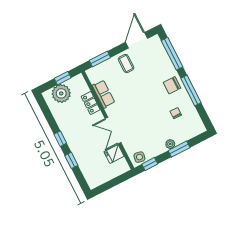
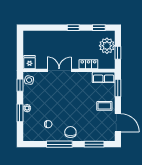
window: (172, 54) -> (94, 144), width x0.69
row of seats: (104, 94) -> (104, 77), moved
fridge: (114, 154) -> (30, 62), moved
window: (71, 160) -> (99, 28), moved

